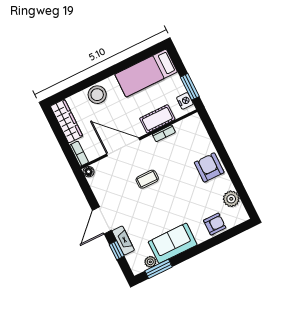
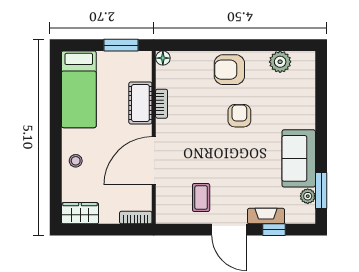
stool: (97, 95) -> (76, 161), width x0.53, depth x0.53
nightstand: (185, 101) -> (135, 59), removed
wardrobe: (67, 121) -> (80, 213), width x0.67
floor lamp: (89, 172) -> (163, 58), moved
coffee table: (147, 179) -> (201, 198), moved
armchair: (215, 224) -> (239, 116), moved

